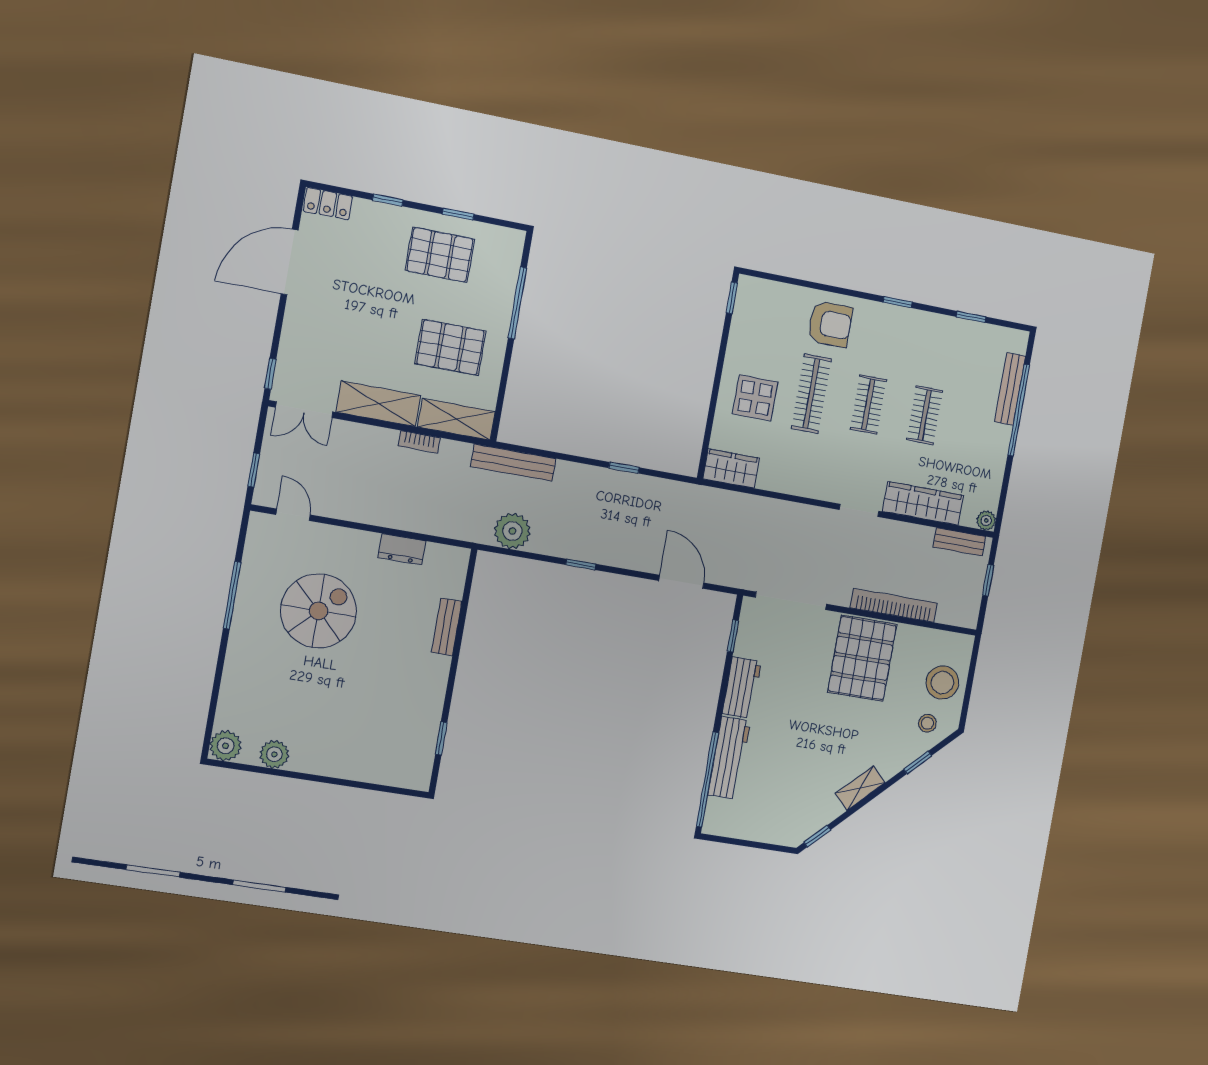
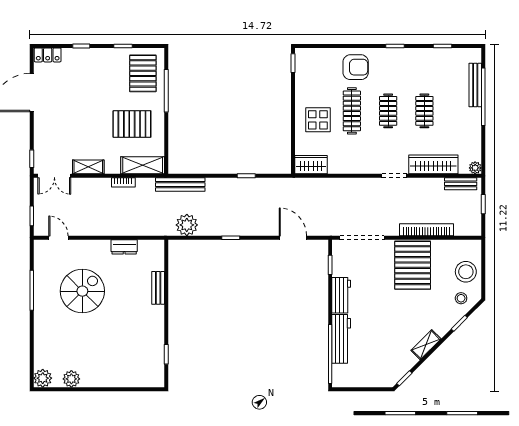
pallet: (440, 255) -> (143, 73), moved, turned 90
shelving: (378, 404) -> (88, 167), width x0.67, depth x0.75

